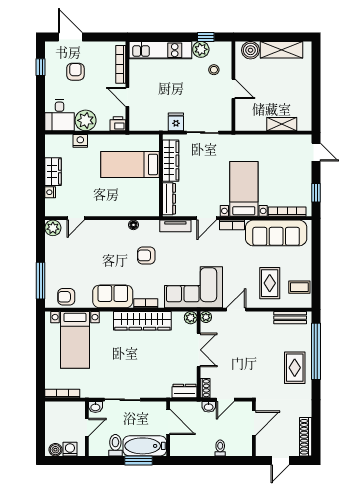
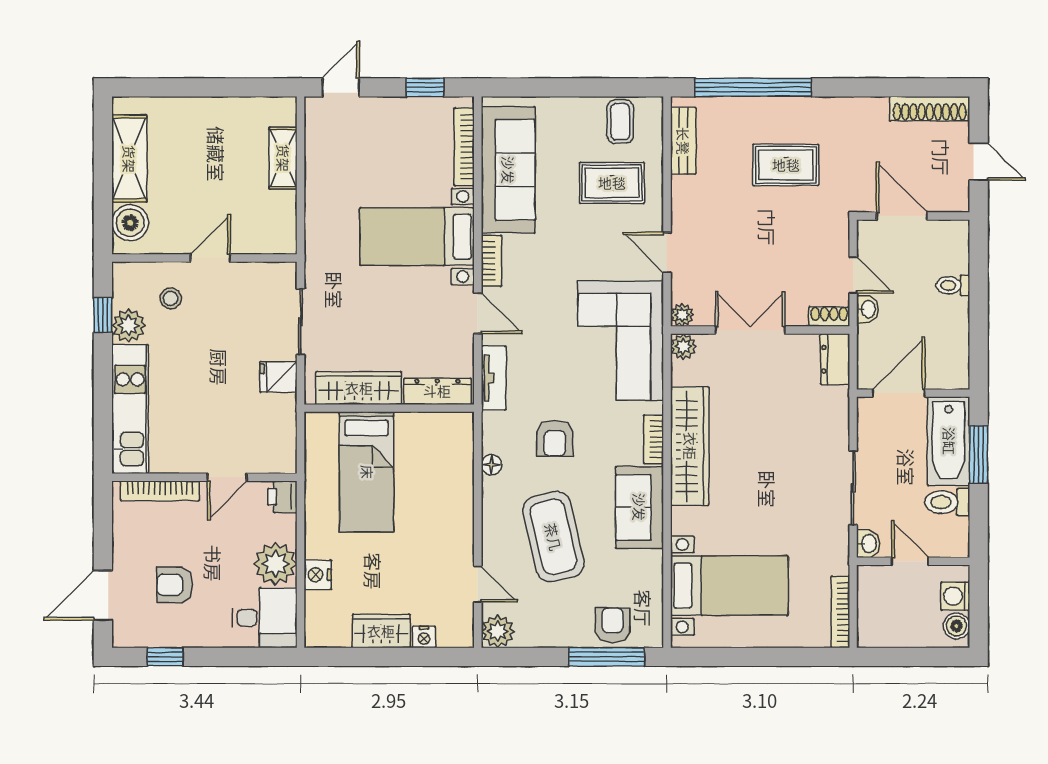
coffee table: (99, 255) -> (553, 537), added
armchair: (66, 297) -> (612, 625), moved, turned 180
rug: (295, 368) -> (786, 165), moved

